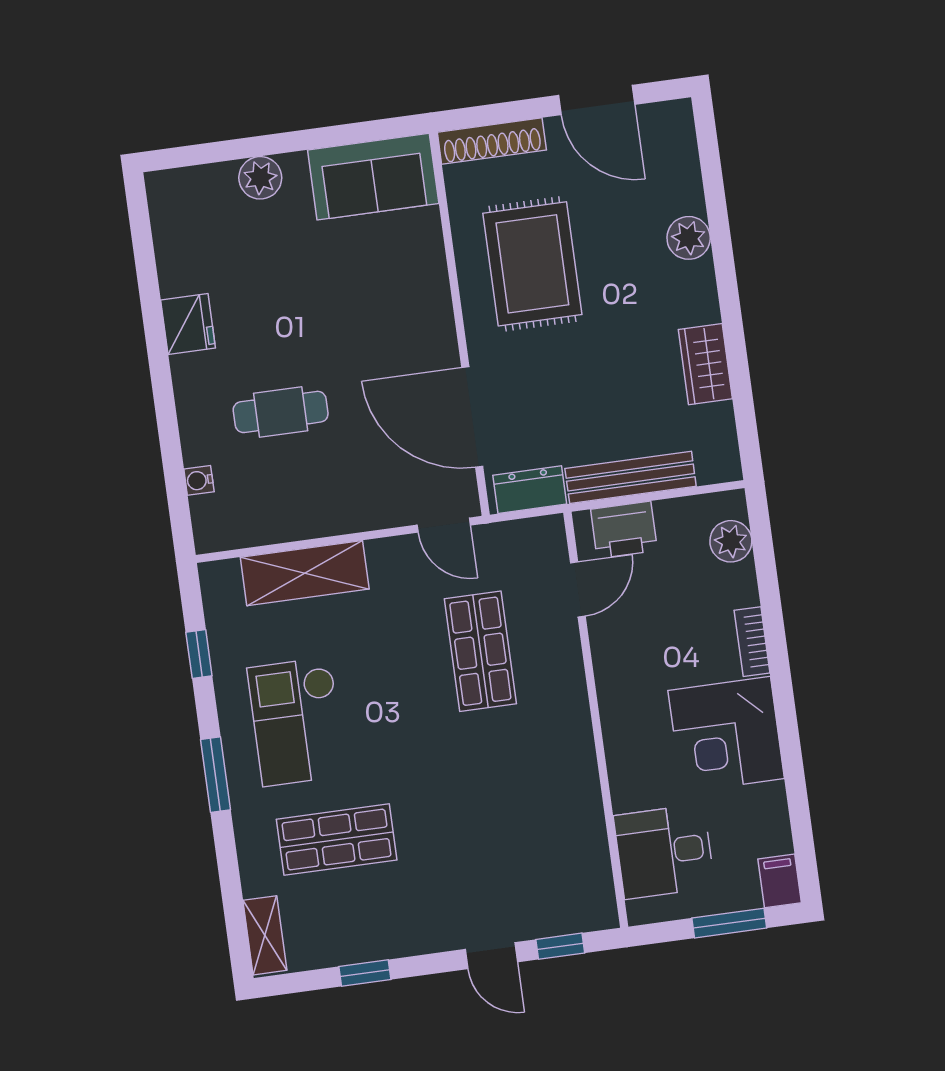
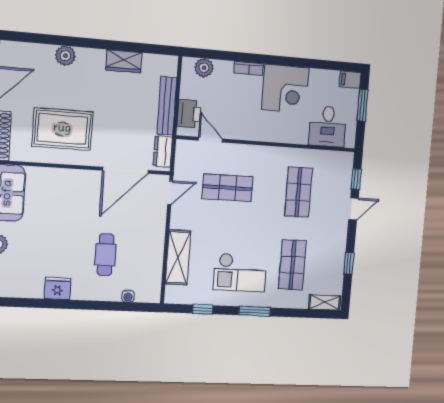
shop shelf: (503, 817) -> (298, 192), added

